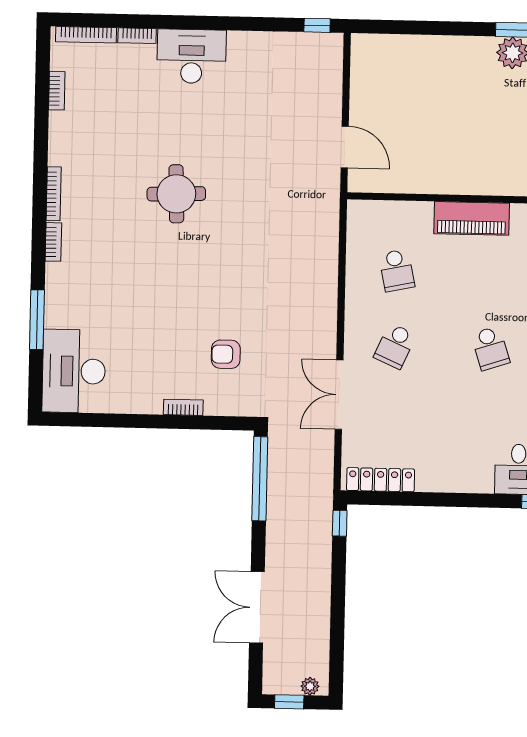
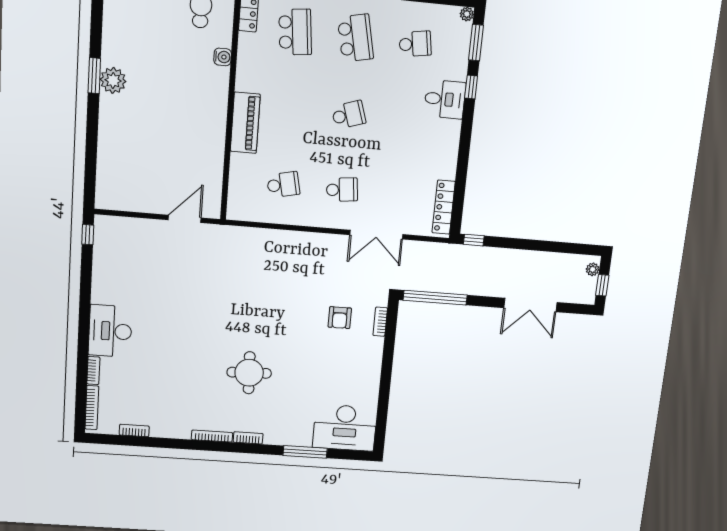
round table: (176, 194) -> (249, 373), moved
school desk: (395, 346) -> (342, 190), turned -30
bookcase: (183, 407) -> (380, 322), moved

